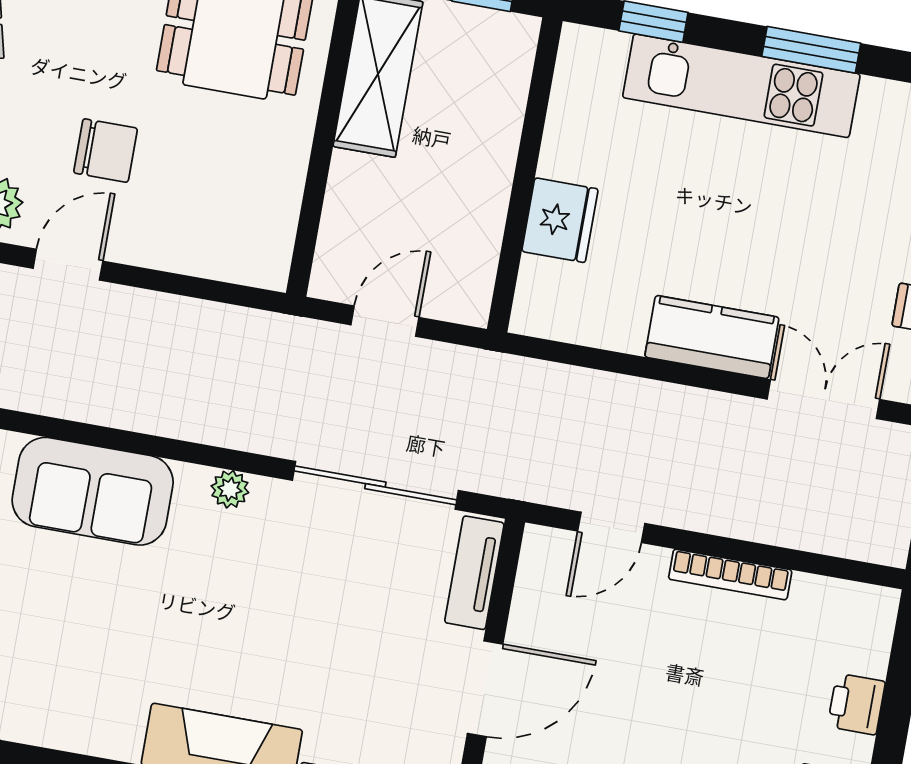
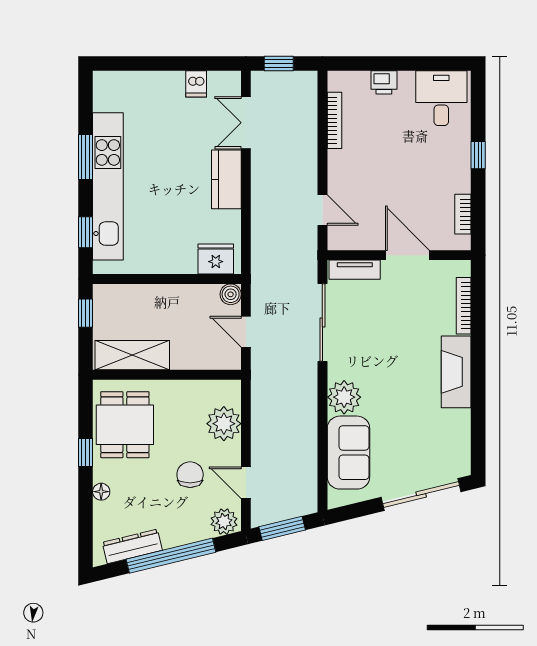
kitchen unit: (741, 86) -> (108, 186), width x1.36
fridge: (560, 220) -> (216, 259), moved
plant: (200, 240) -> (224, 424), added
boiler: (469, 303) -> (231, 294), added
plant: (230, 489) -> (344, 397), width x1.88, depth x1.88
bookcase: (730, 575) -> (335, 120), moved

